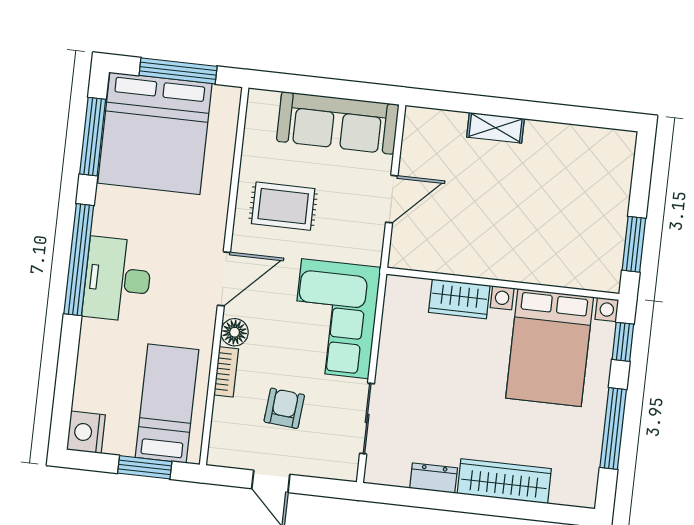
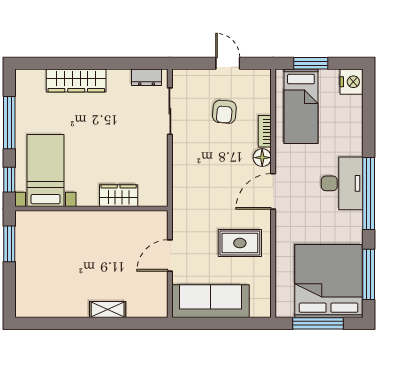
corner sofa: (335, 319) -> (198, 174), removed
bed with nightstands: (550, 348) -> (45, 171), width x0.73
dresser: (434, 478) -> (146, 77), moved

